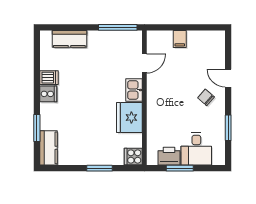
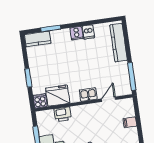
kitchen counter: (69, 39) -> (118, 43), width x1.50
door: (144, 63) -> (108, 99), swing flipped
fridge: (129, 118) -> (58, 96), moved
printer: (169, 156) -> (63, 114), moved, turned 90

